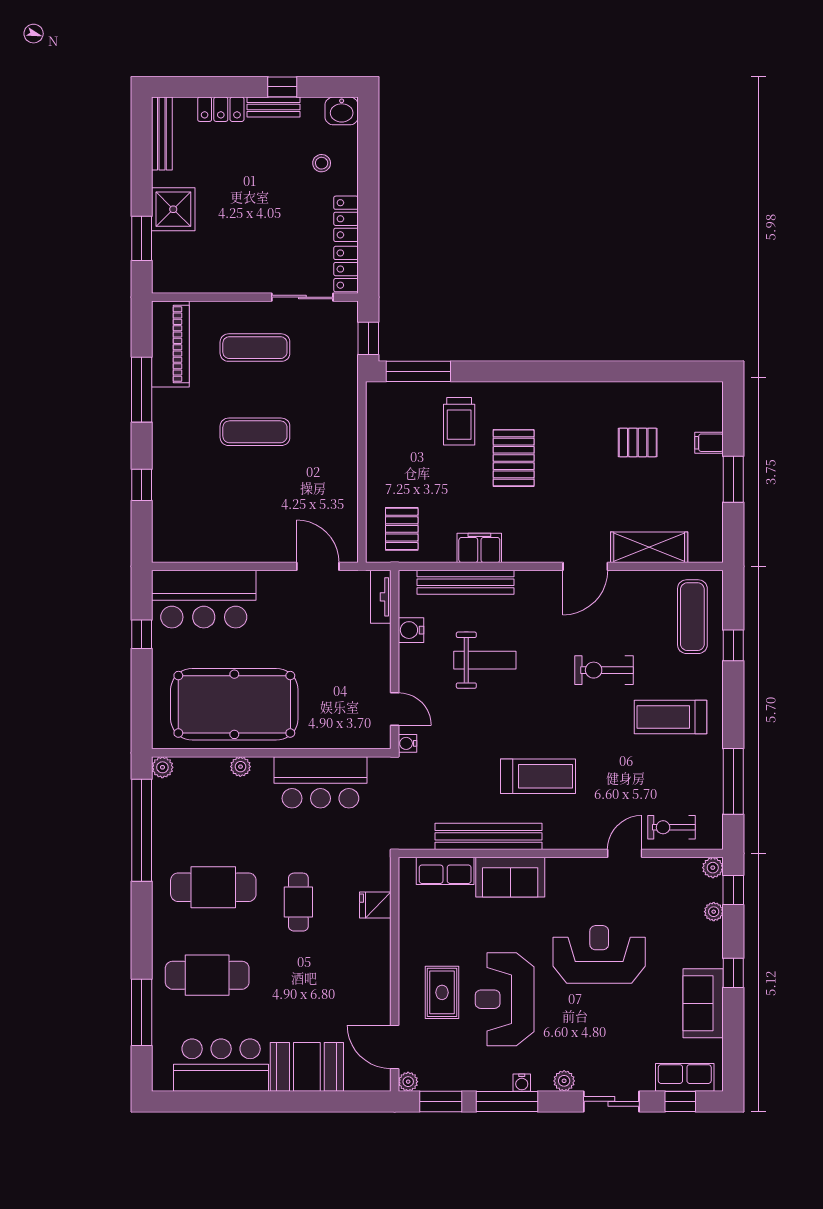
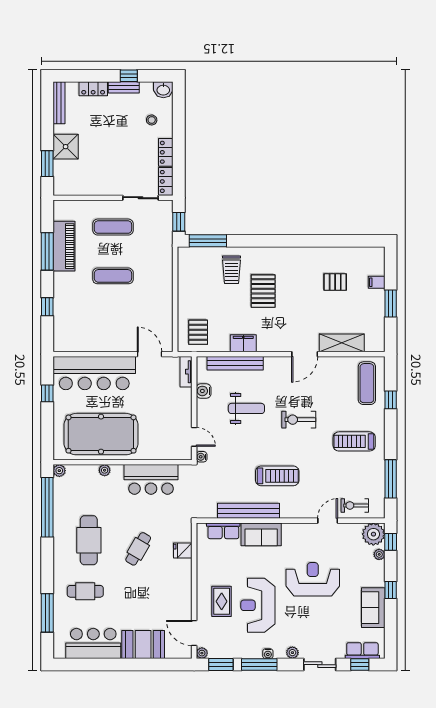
piano: (170, 344) -> (64, 246), moved
bar counter: (204, 599) -> (94, 373), width x1.36
exercise bike: (604, 670) -> (299, 420), moved
plant: (713, 868) -> (373, 534), width x1.87, depth x1.87
cafe table: (213, 887) -> (89, 540), turned 90
cafe table: (298, 902) -> (138, 549), turned 30
cafe table: (207, 975) -> (85, 591), width x0.73, depth x0.74

